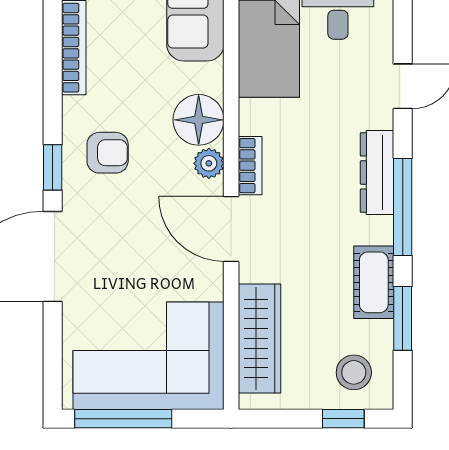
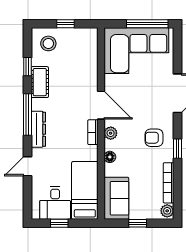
floor lamp: (199, 120) -> (110, 157), width x0.53, depth x0.53
window: (53, 167) -> (178, 149), moved
window: (403, 318) -> (27, 67), width x0.67
wardrobe: (260, 338) -> (89, 58), removed
window: (343, 419) -> (65, 24), moved

